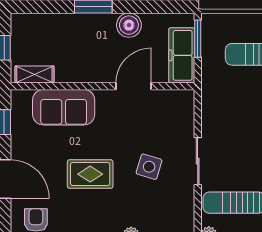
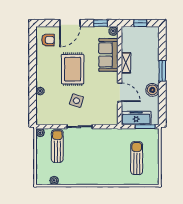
shelving: (34, 74) -> (126, 63), moved
plant: (19, 98) -> (113, 31), added
rug: (90, 174) -> (73, 69), width x1.36, depth x1.43

